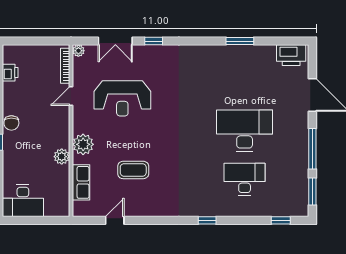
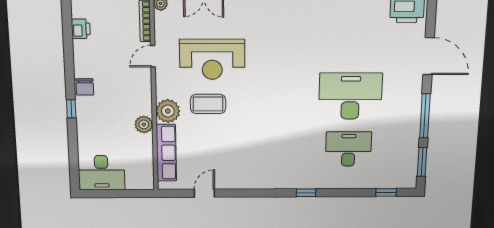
coffee table: (133, 170) -> (208, 104), moved
row of seats: (81, 182) -> (166, 153), width x1.48

